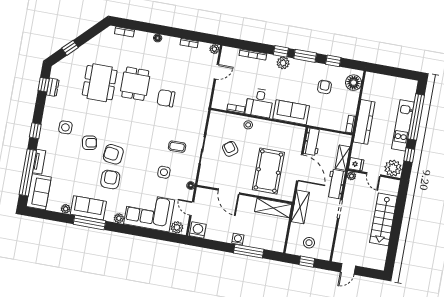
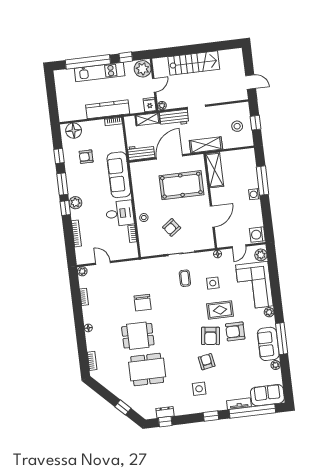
sofa: (291, 112) -> (119, 175), width x1.36
rug: (136, 171) -> (220, 310), added

